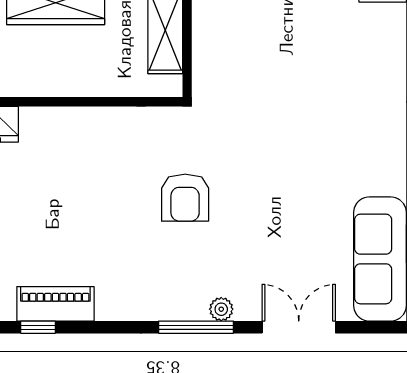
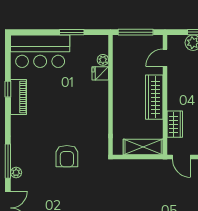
armchair: (185, 198) -> (67, 156), turned -90

